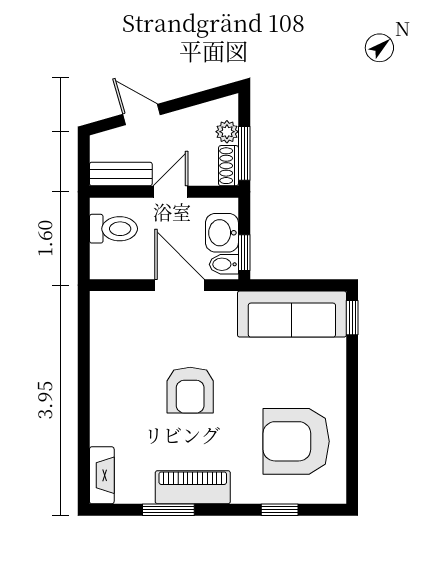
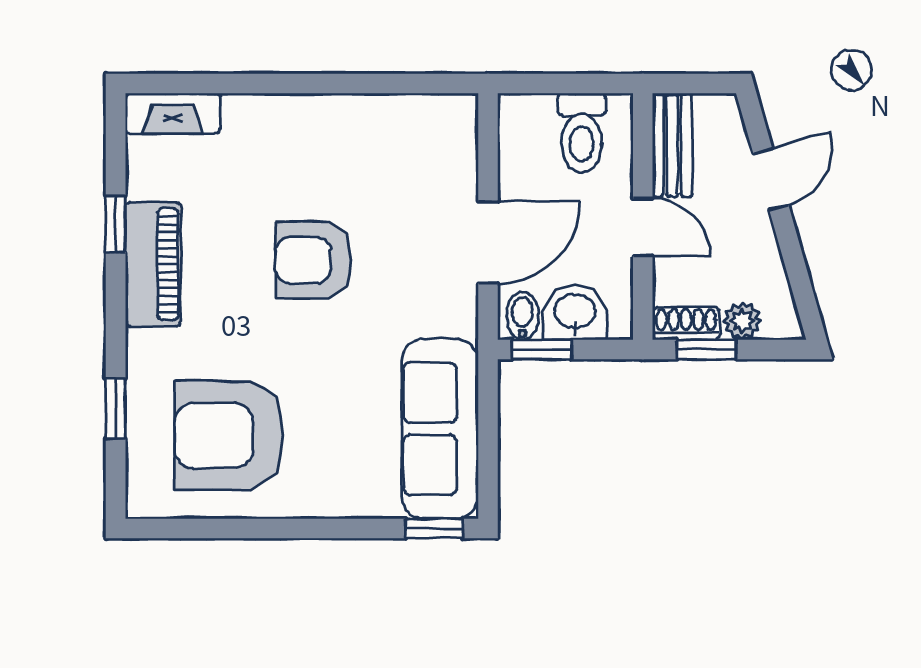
window: (244, 153) -> (706, 350), width x0.67
armchair: (296, 441) -> (229, 435), turned -90
window: (168, 510) -> (116, 224), width x0.67

